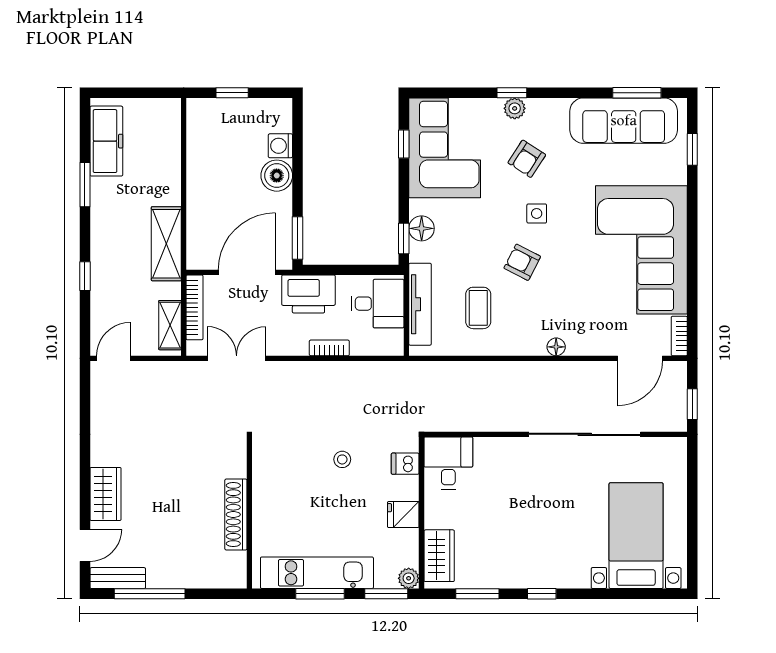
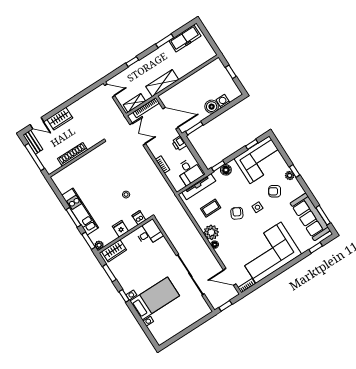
printer: (308, 294) -> (179, 143), width x0.53, depth x0.68
plant: (527, 338) -> (211, 232), added
wall: (249, 513) -> (76, 159), moved
shoe rack: (236, 514) -> (72, 154), moved
bed with nightstands: (636, 536) -> (155, 298), moved

